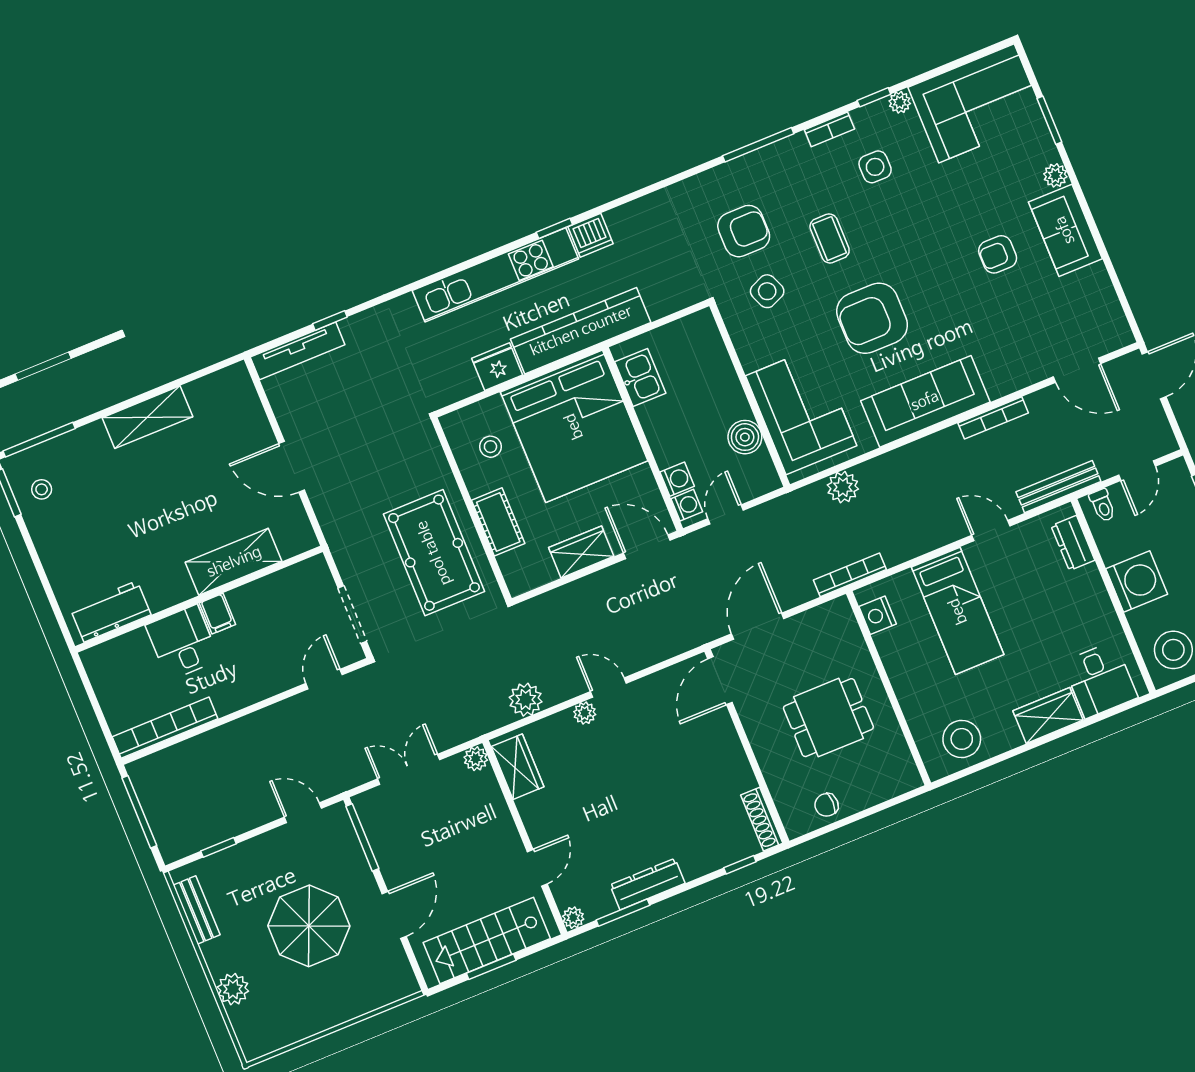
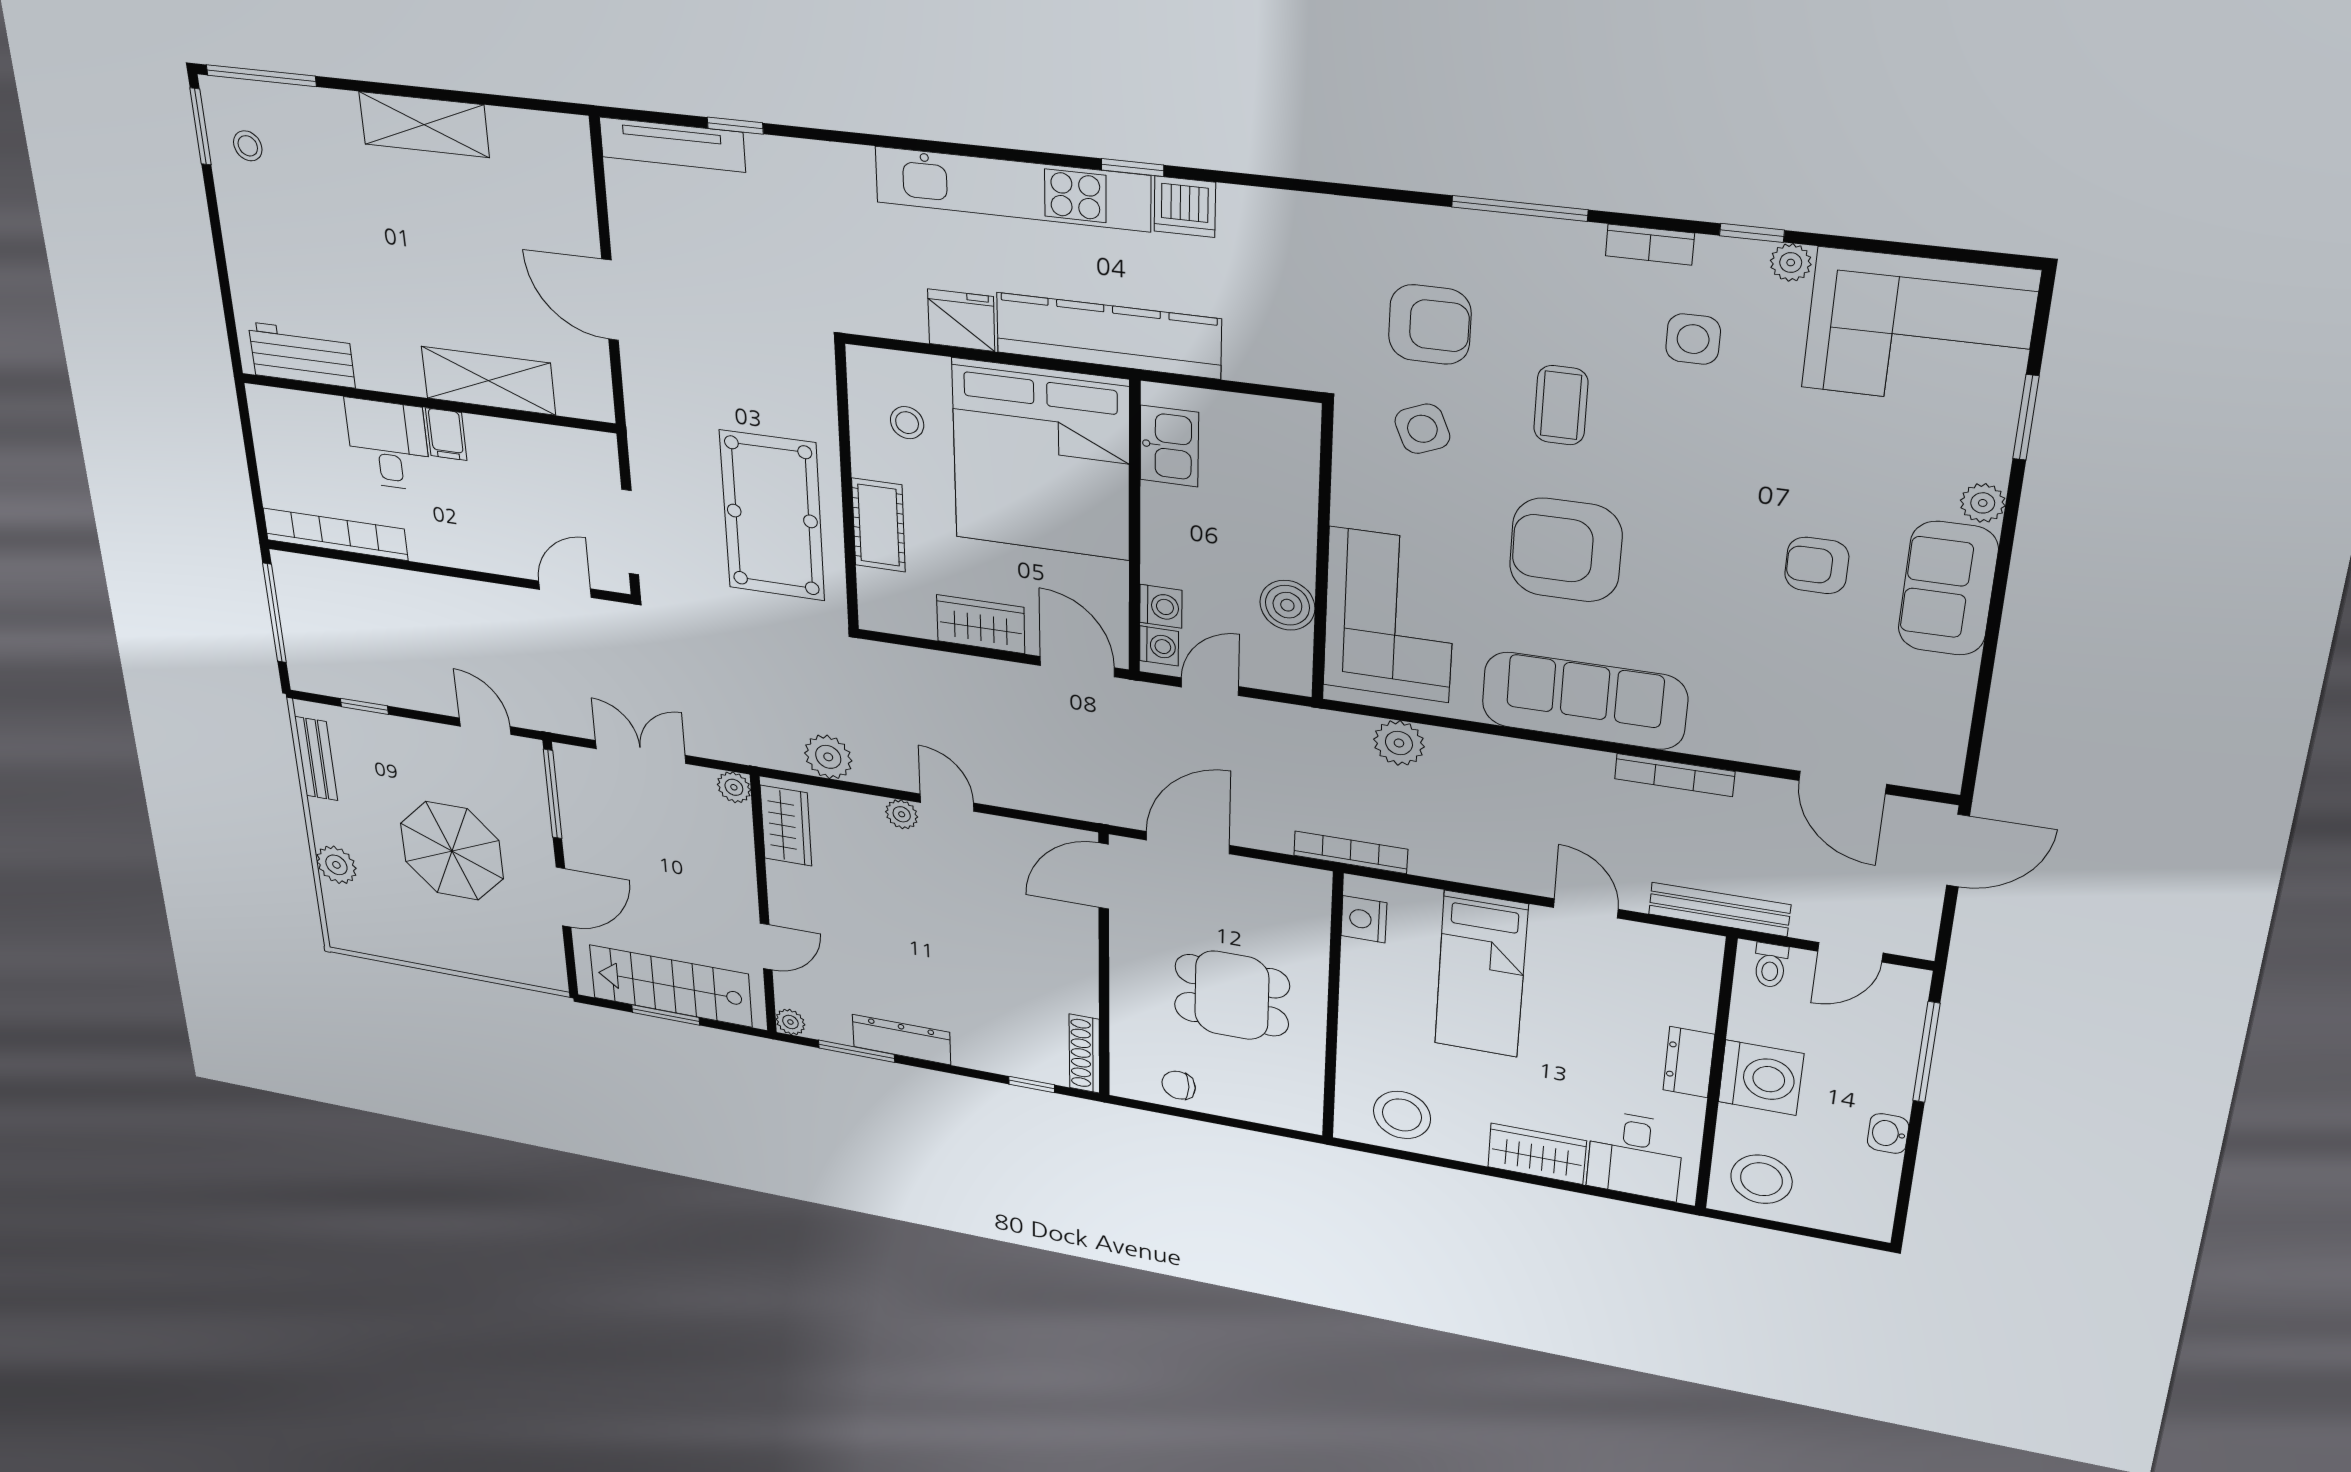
dresser: (1073, 543) -> (1689, 1062), moved

